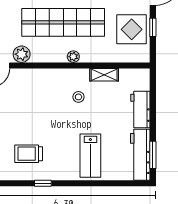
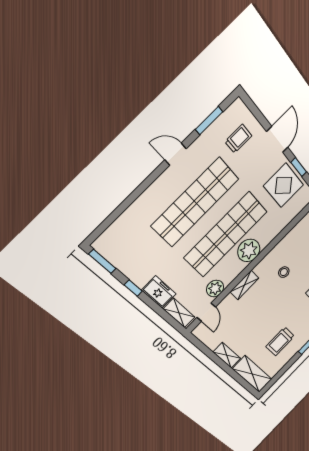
plant: (73, 57) -> (249, 250), width x1.88, depth x1.88
shelving: (104, 75) -> (244, 285), moved

